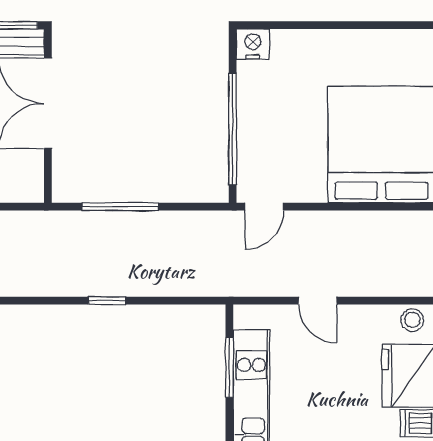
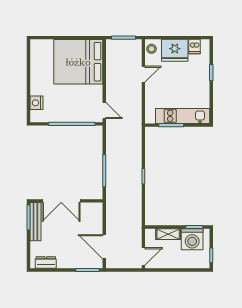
nightstand: (253, 44) -> (36, 103), moved
door: (318, 301) -> (143, 74), moved

